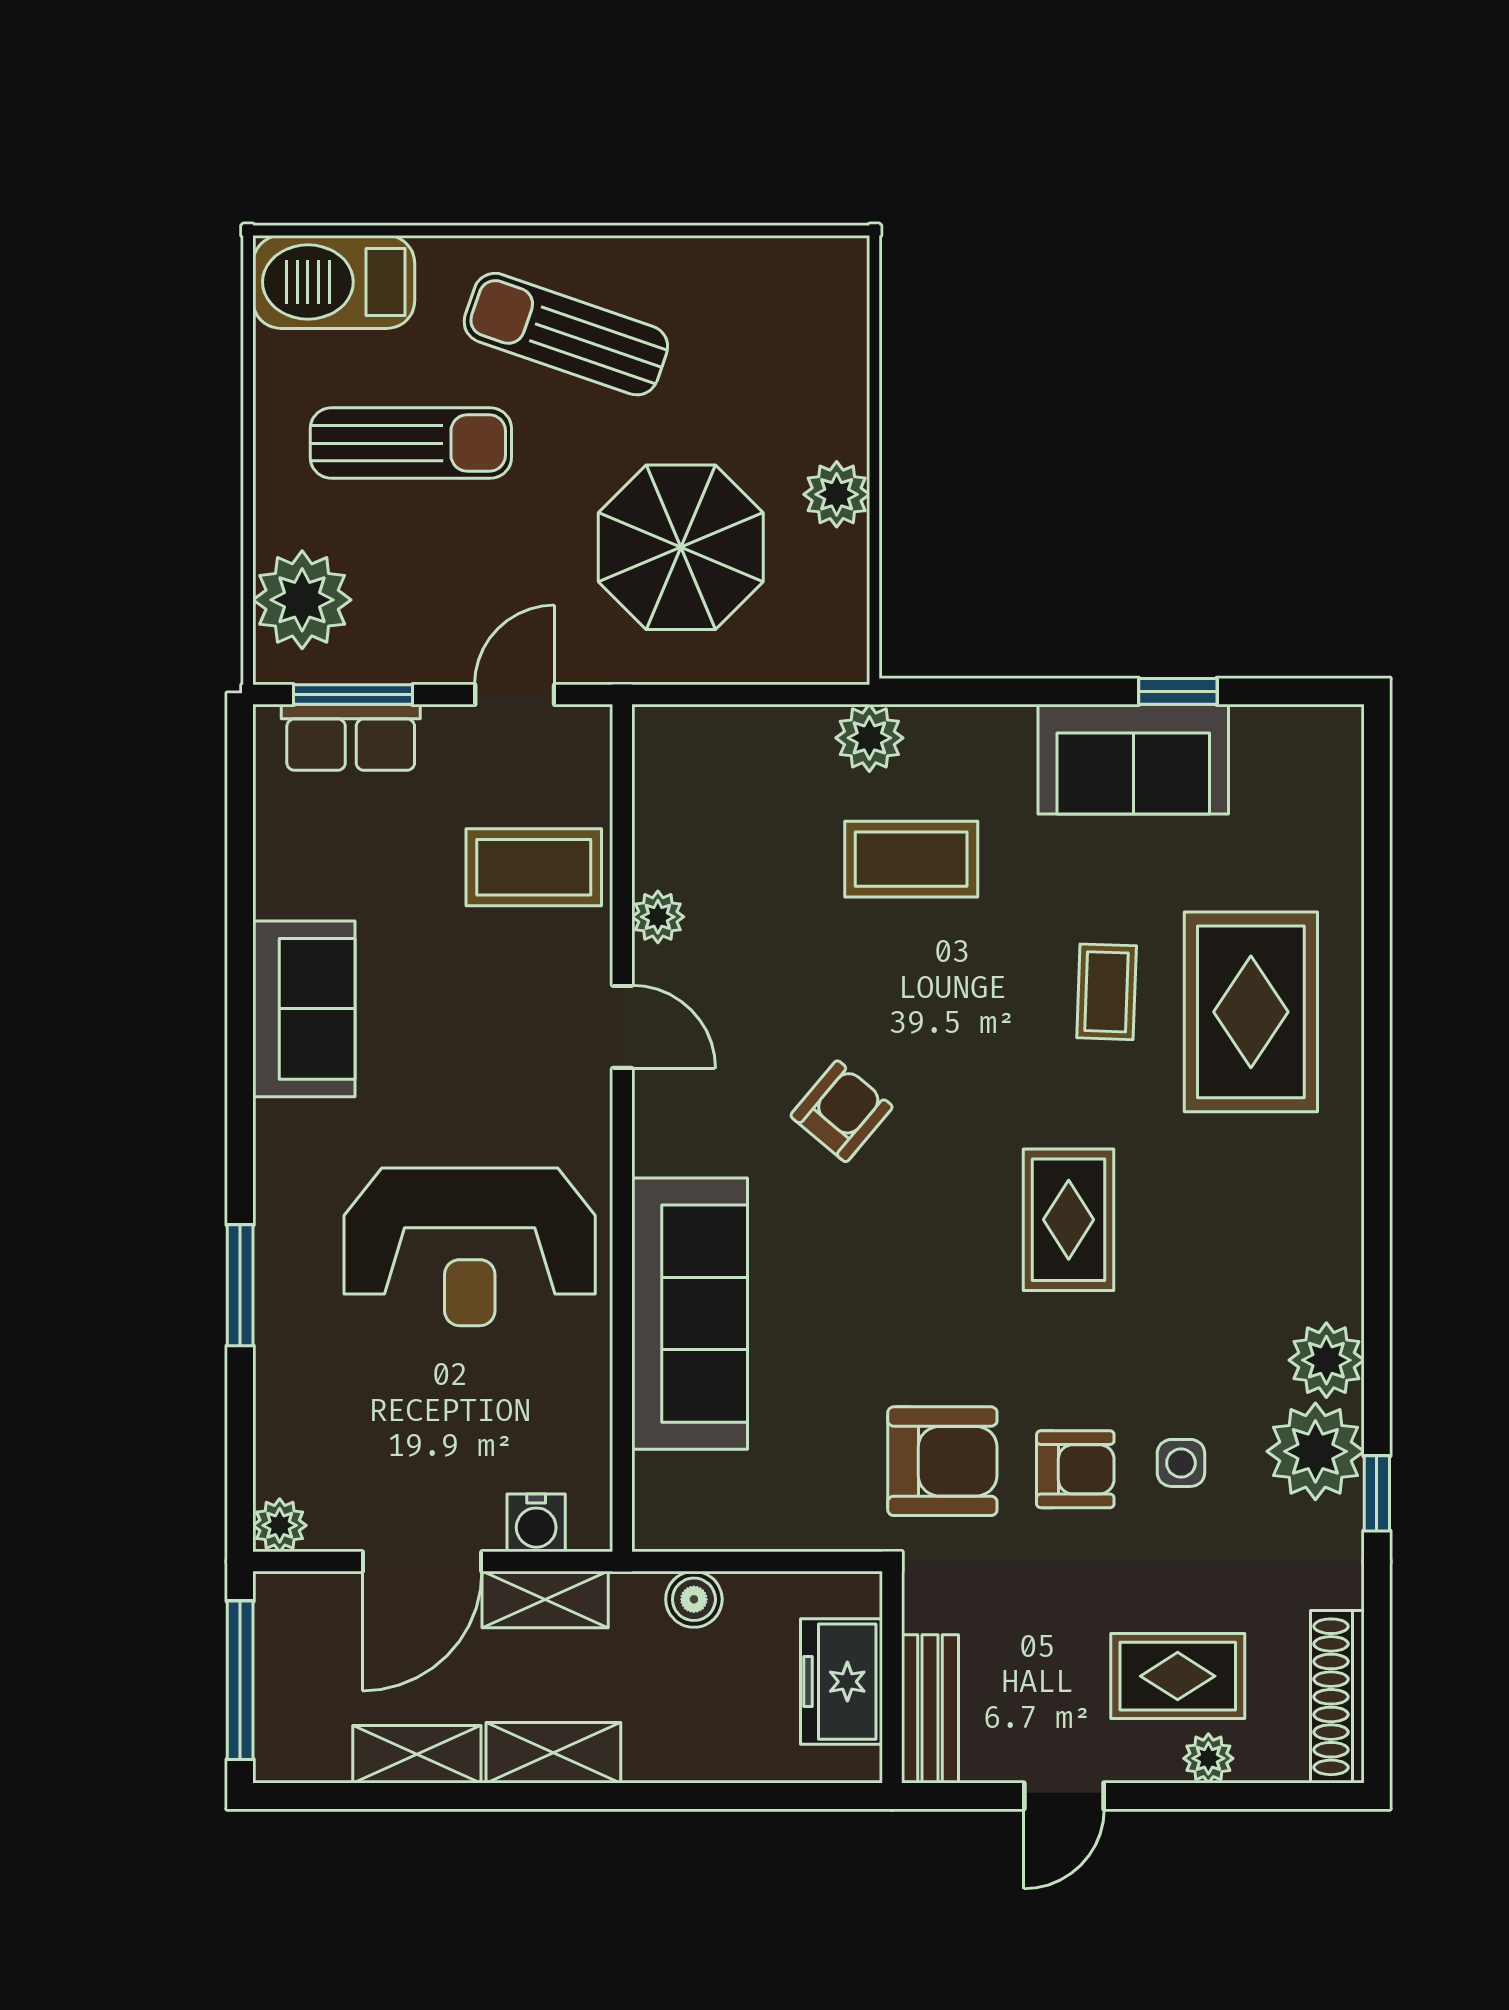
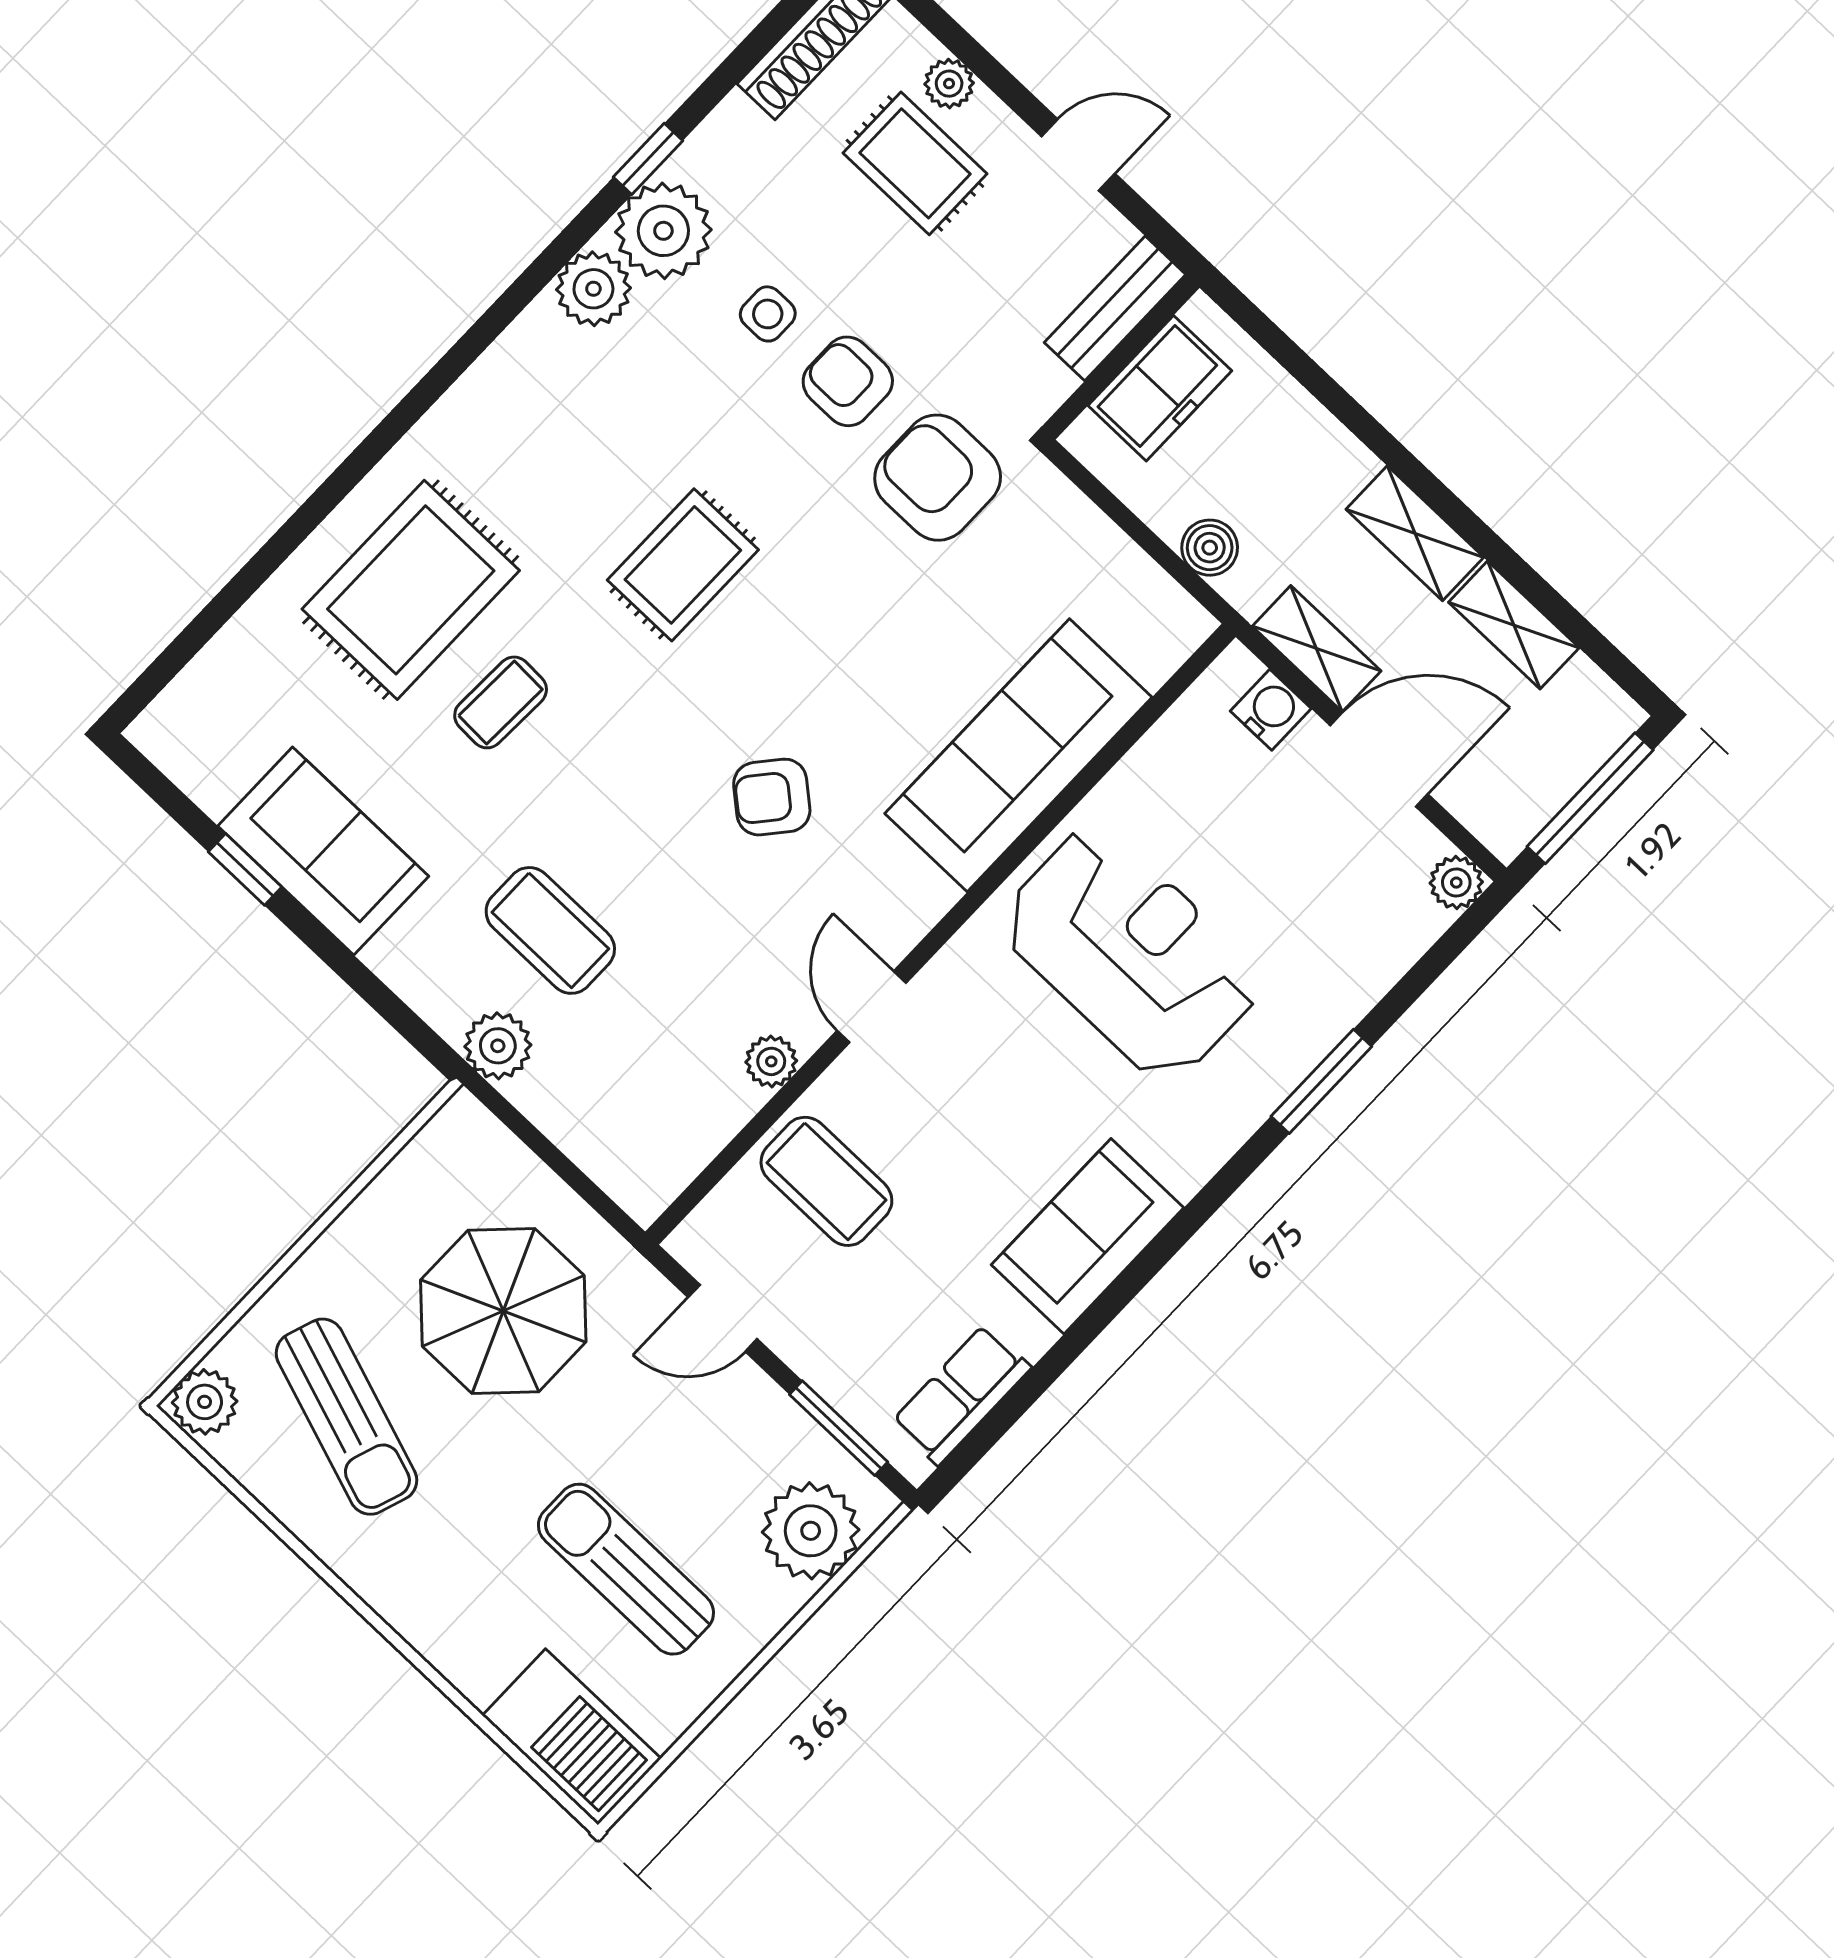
sun lounger: (566, 334) -> (346, 1417), moved
plant: (837, 494) -> (205, 1402), moved
row of seats: (351, 737) -> (961, 1395), moved, turned -90

